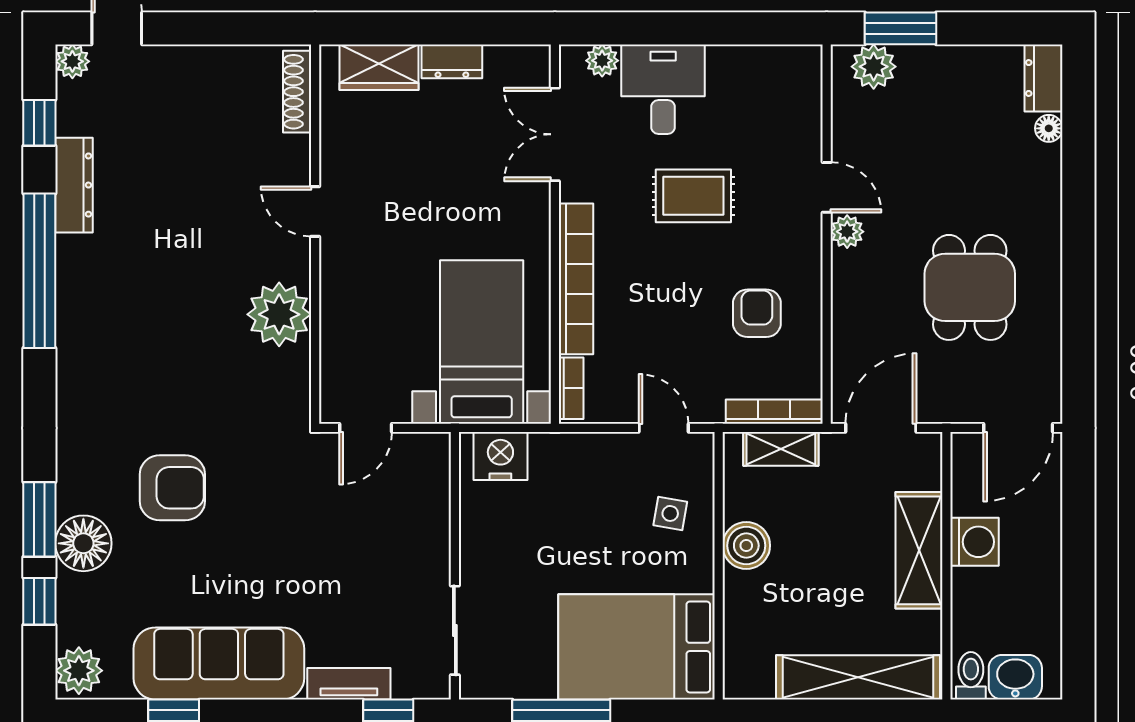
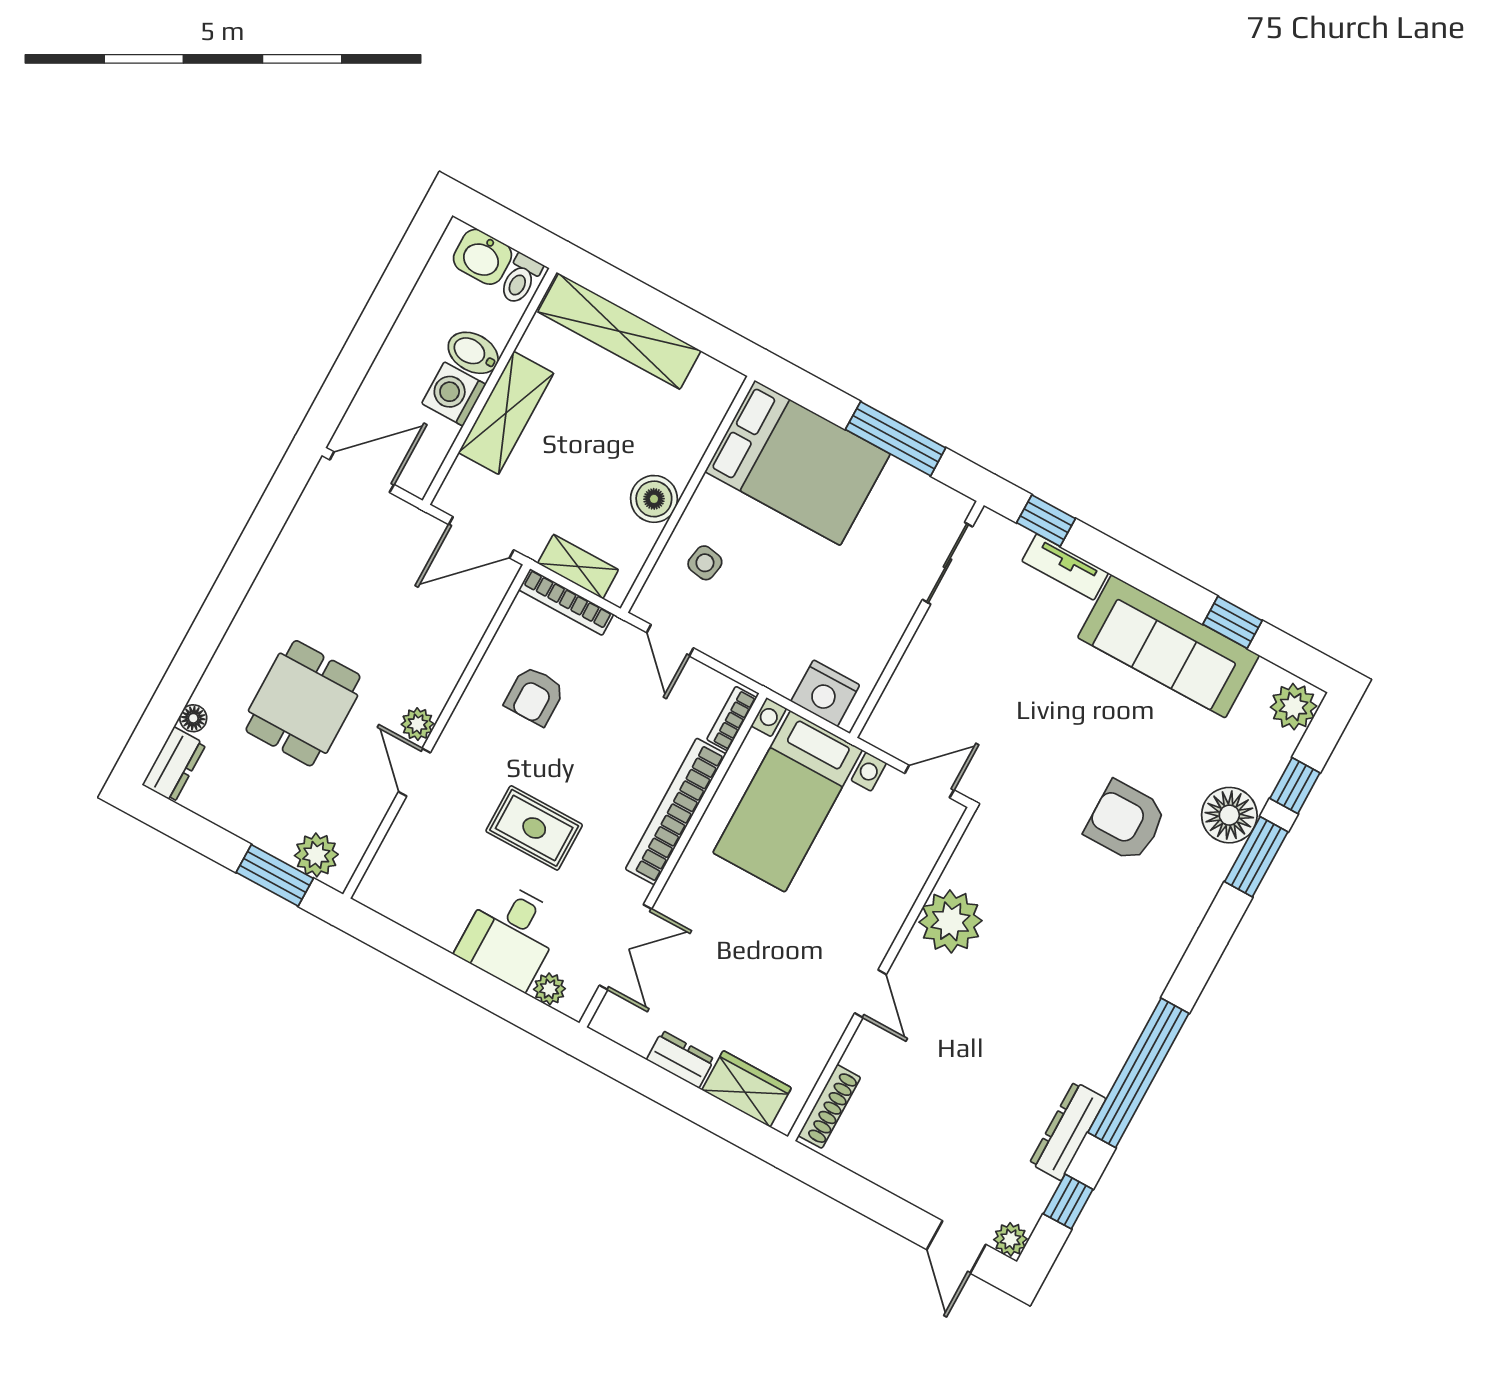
dining table: (970, 287) -> (303, 703), moved
bidet: (977, 588) -> (473, 353), added

